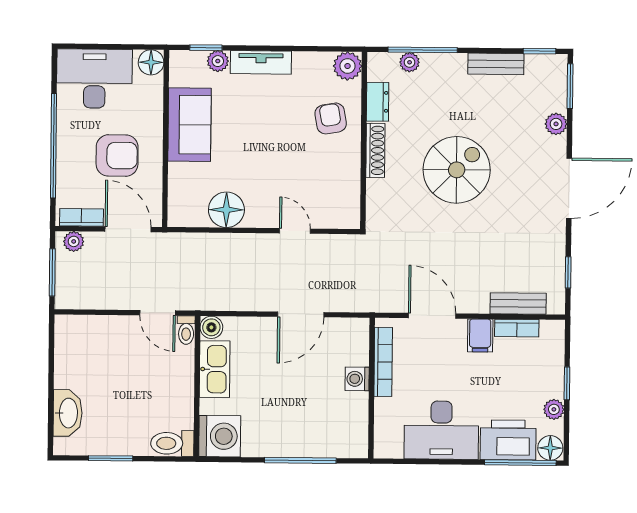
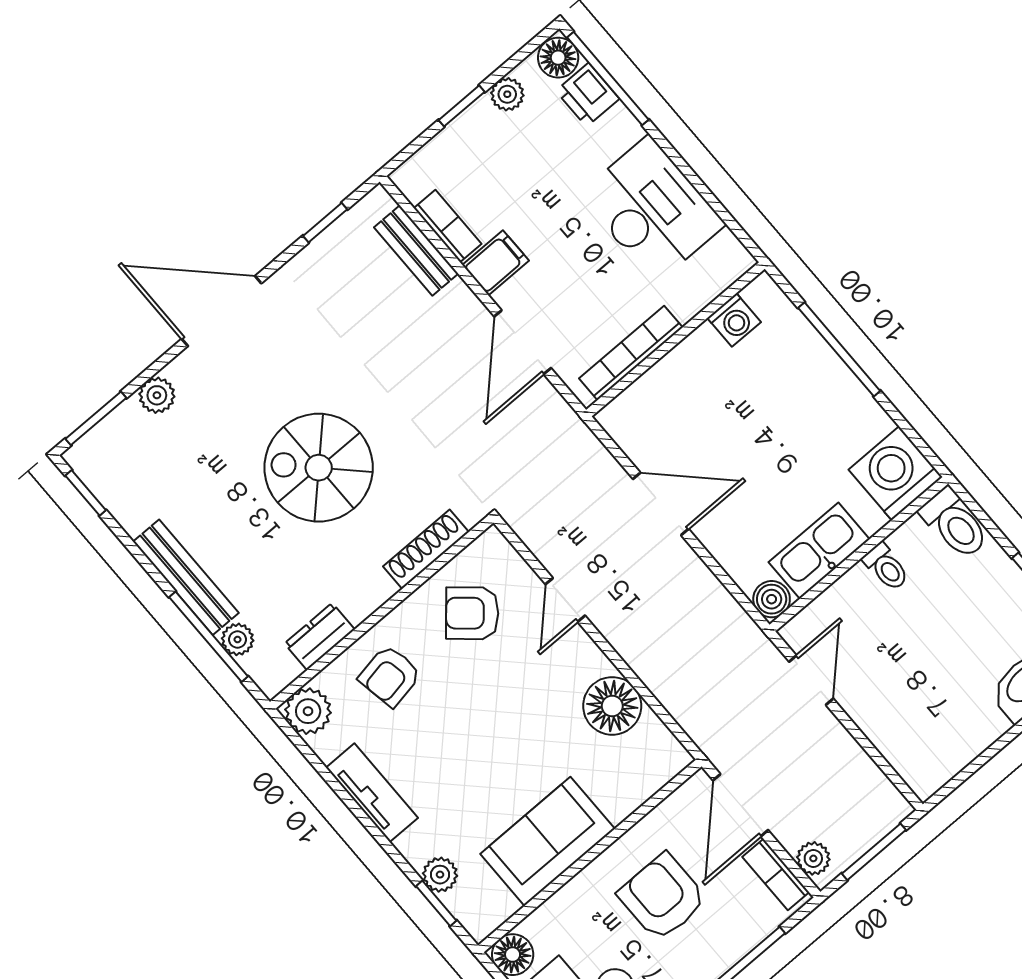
tv unit: (261, 62) -> (372, 793), moved
bench: (496, 64) -> (186, 577), moved, width x1.36
shoe rack: (375, 150) -> (426, 549), moved
armchair: (326, 182) -> (472, 613), added
toilet: (186, 330) -> (886, 567), moved, turned 90
washing machine: (357, 379) -> (734, 320), moved
printer: (508, 440) -> (588, 95), width x0.53, depth x0.68

